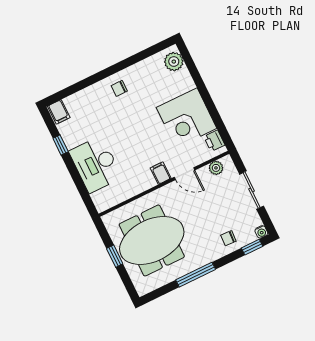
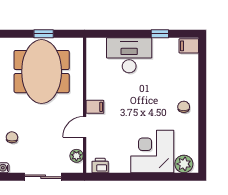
corner desk: (187, 118) -> (152, 152), moved

